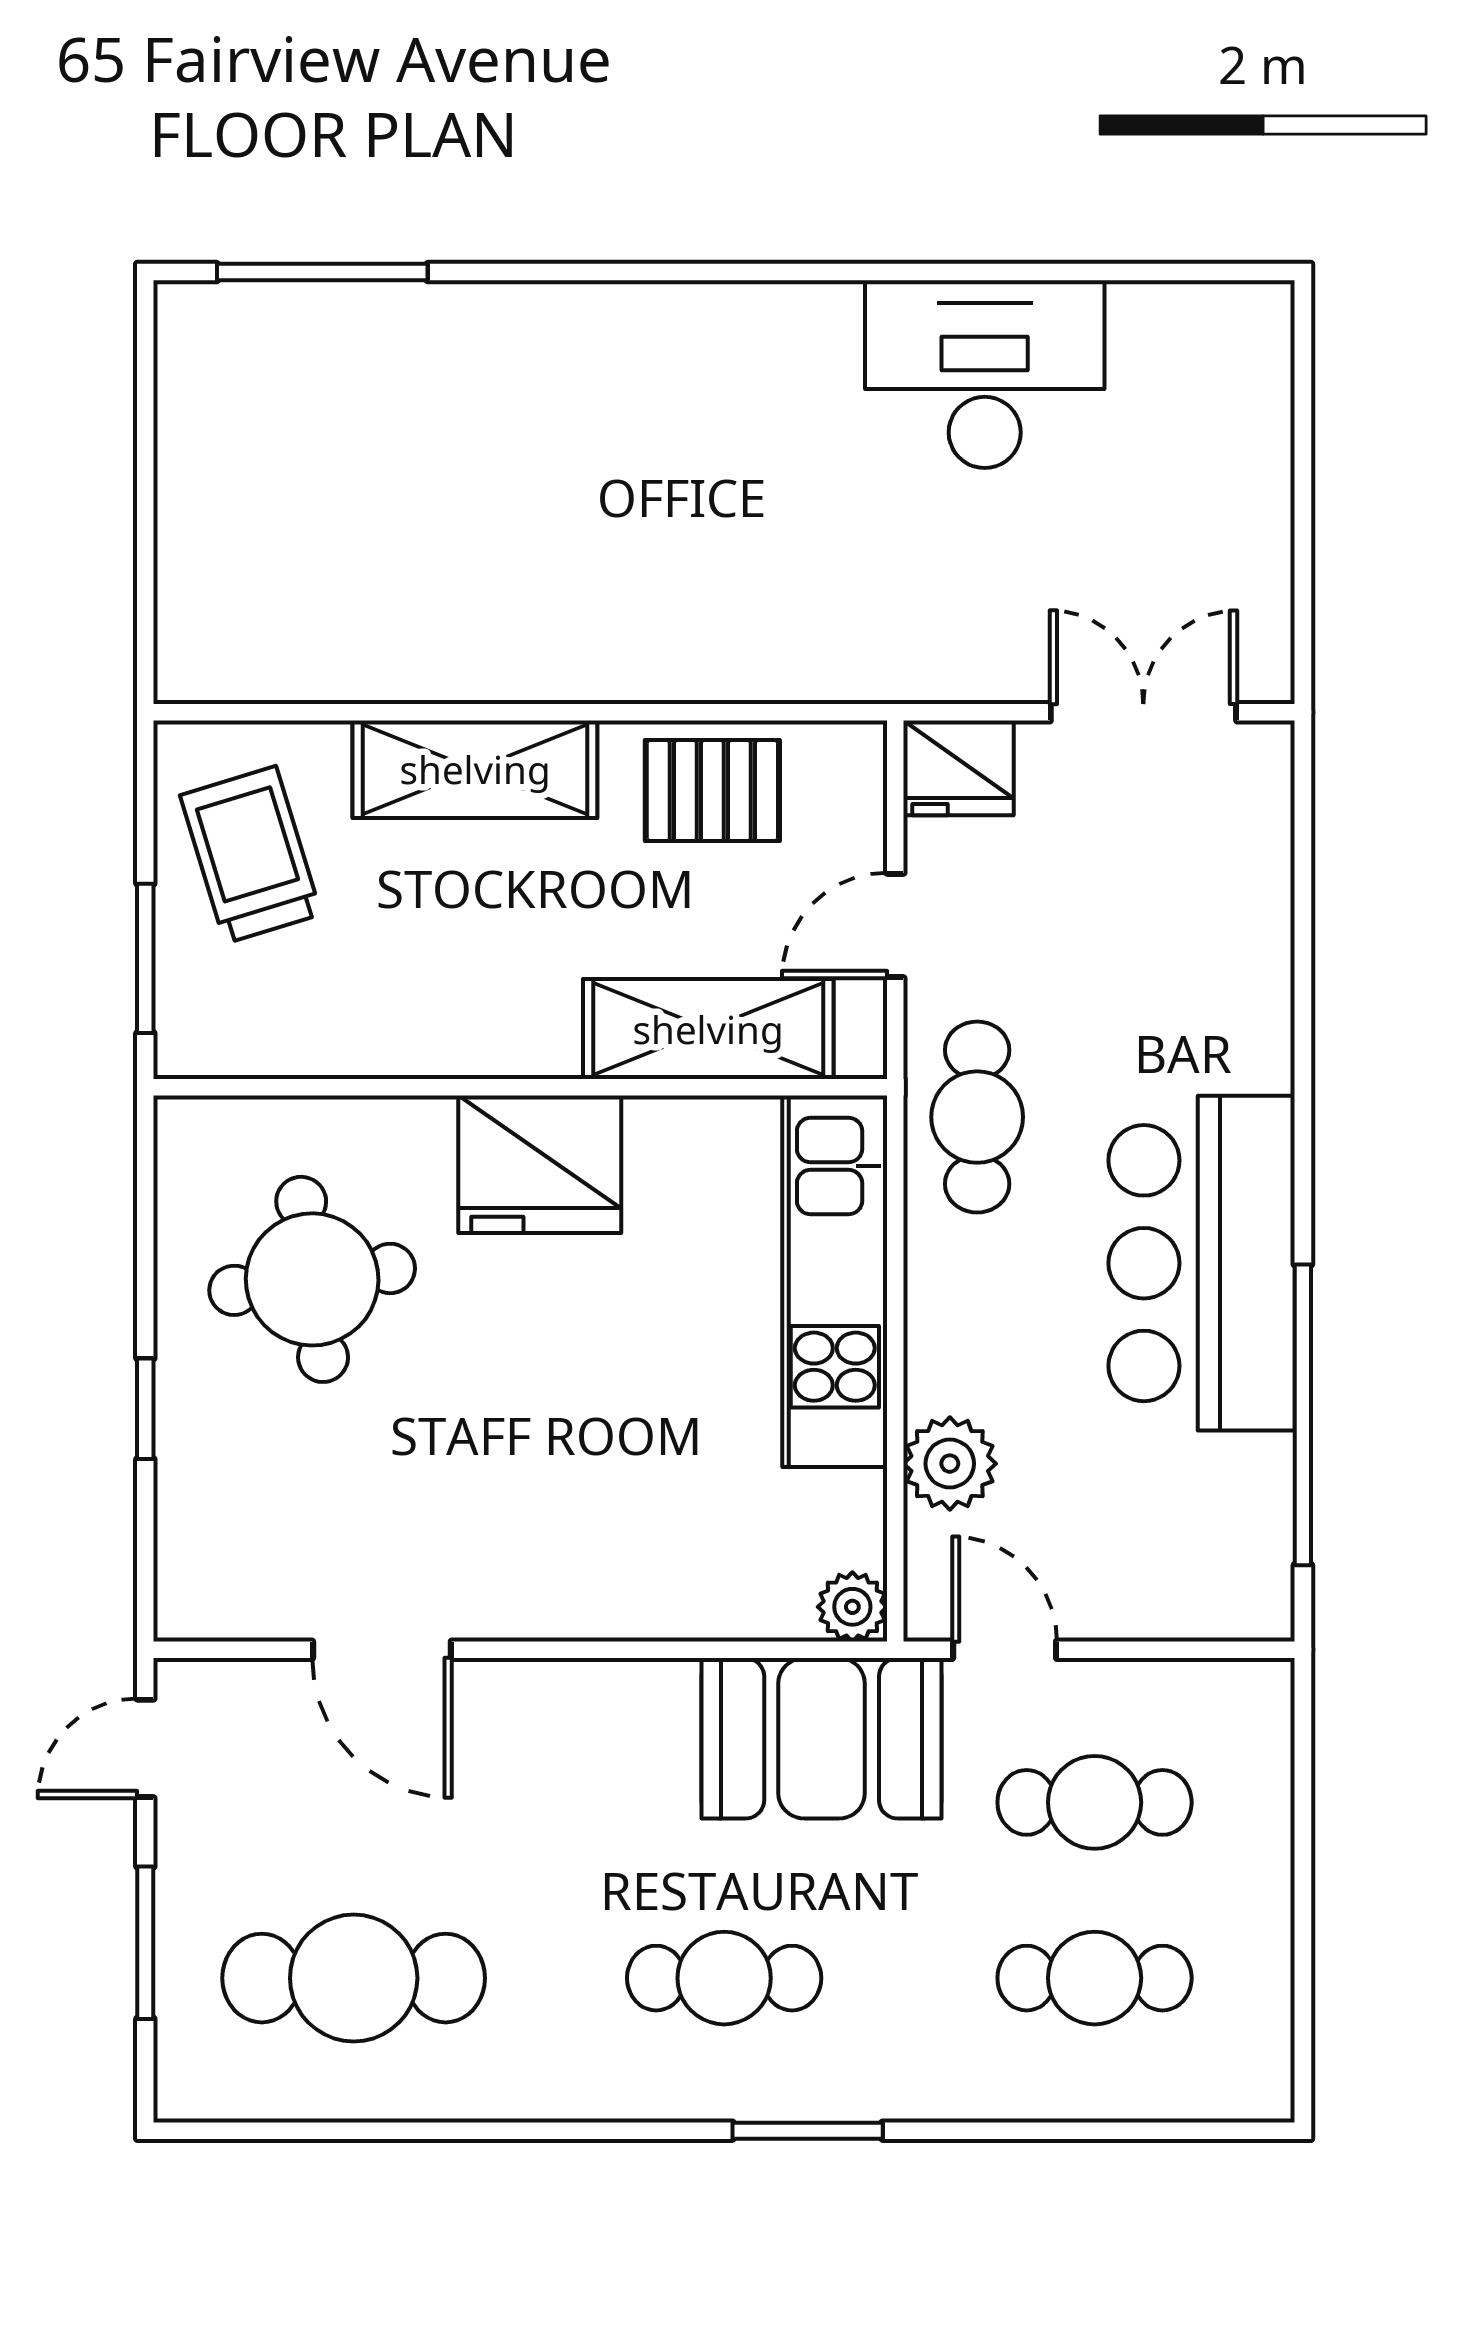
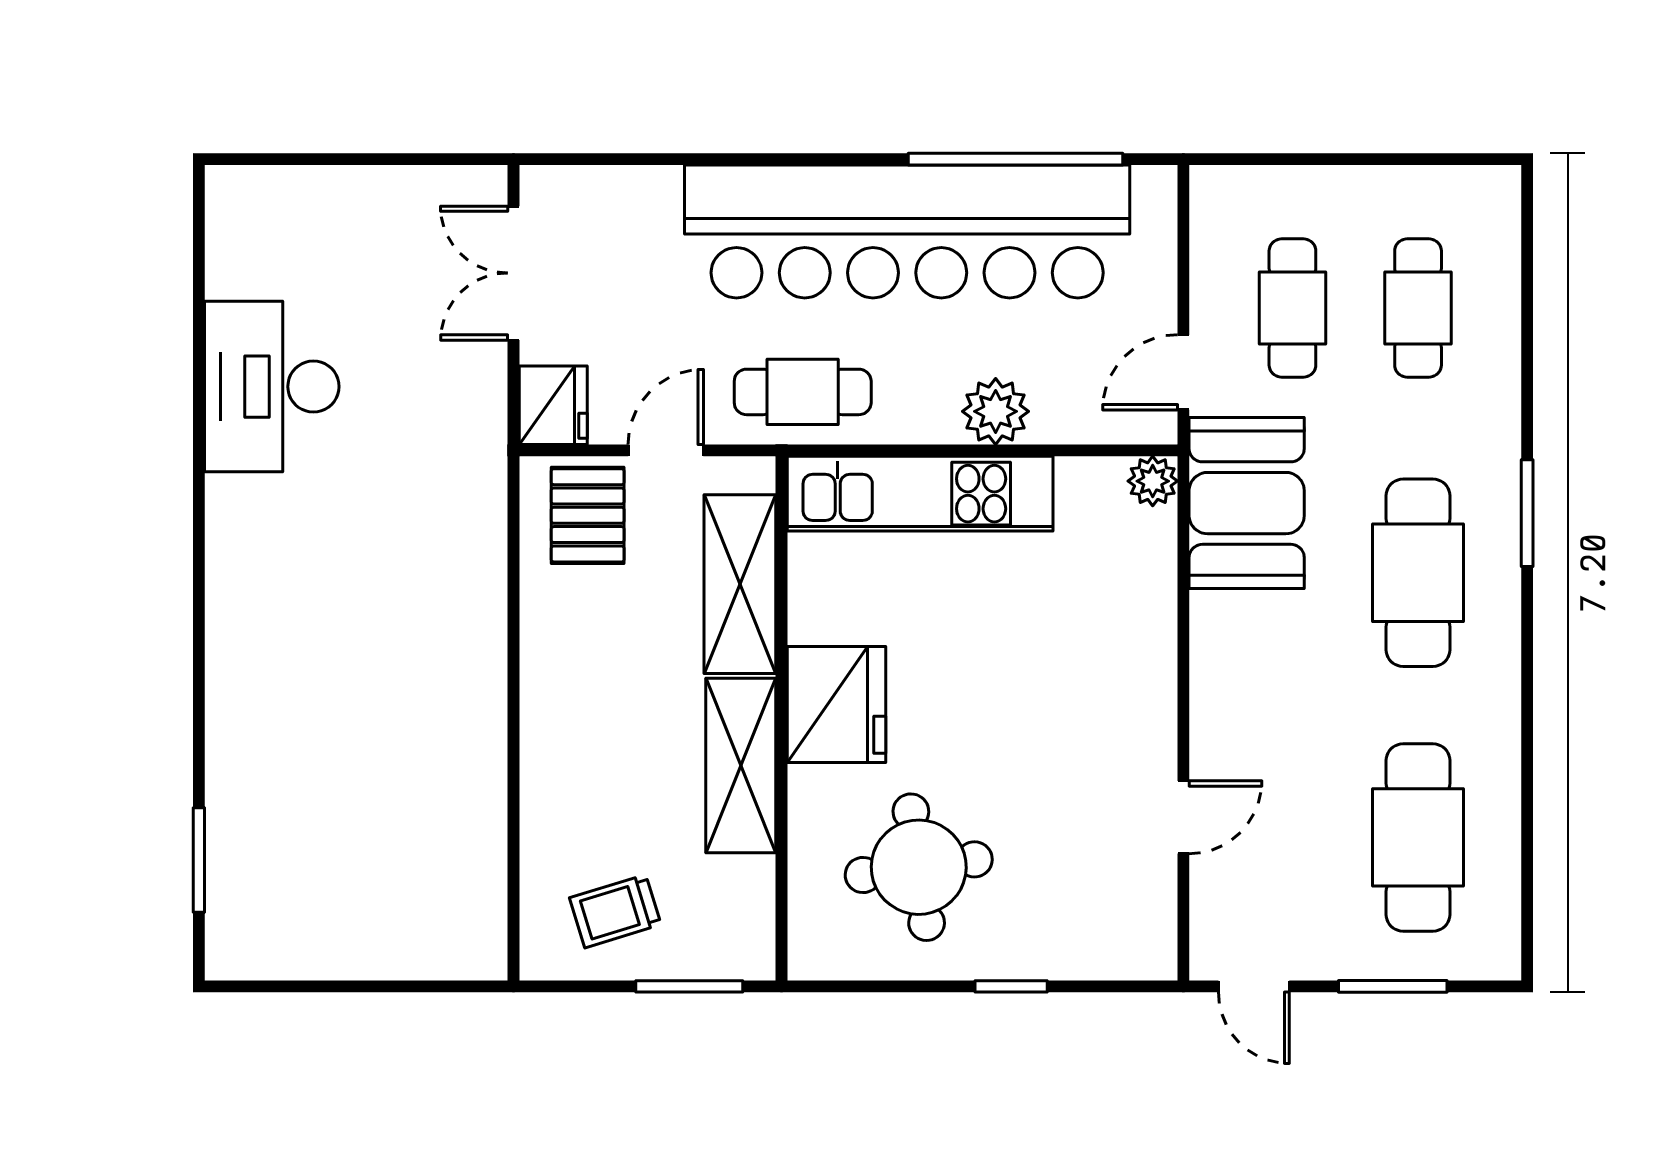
window: (322, 272) -> (199, 860), width x0.69
shelving: (475, 769) -> (741, 766), moved
pallet: (712, 791) -> (588, 515), moved
trolley: (251, 855) -> (615, 911), width x0.73, depth x0.72
door: (895, 925) -> (666, 450), swing flipped
bar counter: (1202, 1263) -> (907, 231), width x1.86
plant: (950, 1464) -> (996, 411), moved
door: (382, 1650) -> (1183, 817), width x0.73
cafe table: (724, 1978) -> (1418, 573), width x1.37, depth x1.35

